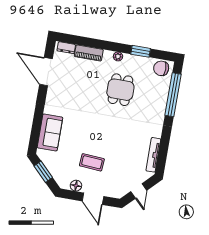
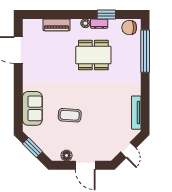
dresser: (66, 48) -> (99, 24), moved
dining table: (120, 90) -> (93, 55), width x1.38
coffee table: (92, 162) -> (70, 115), moved

